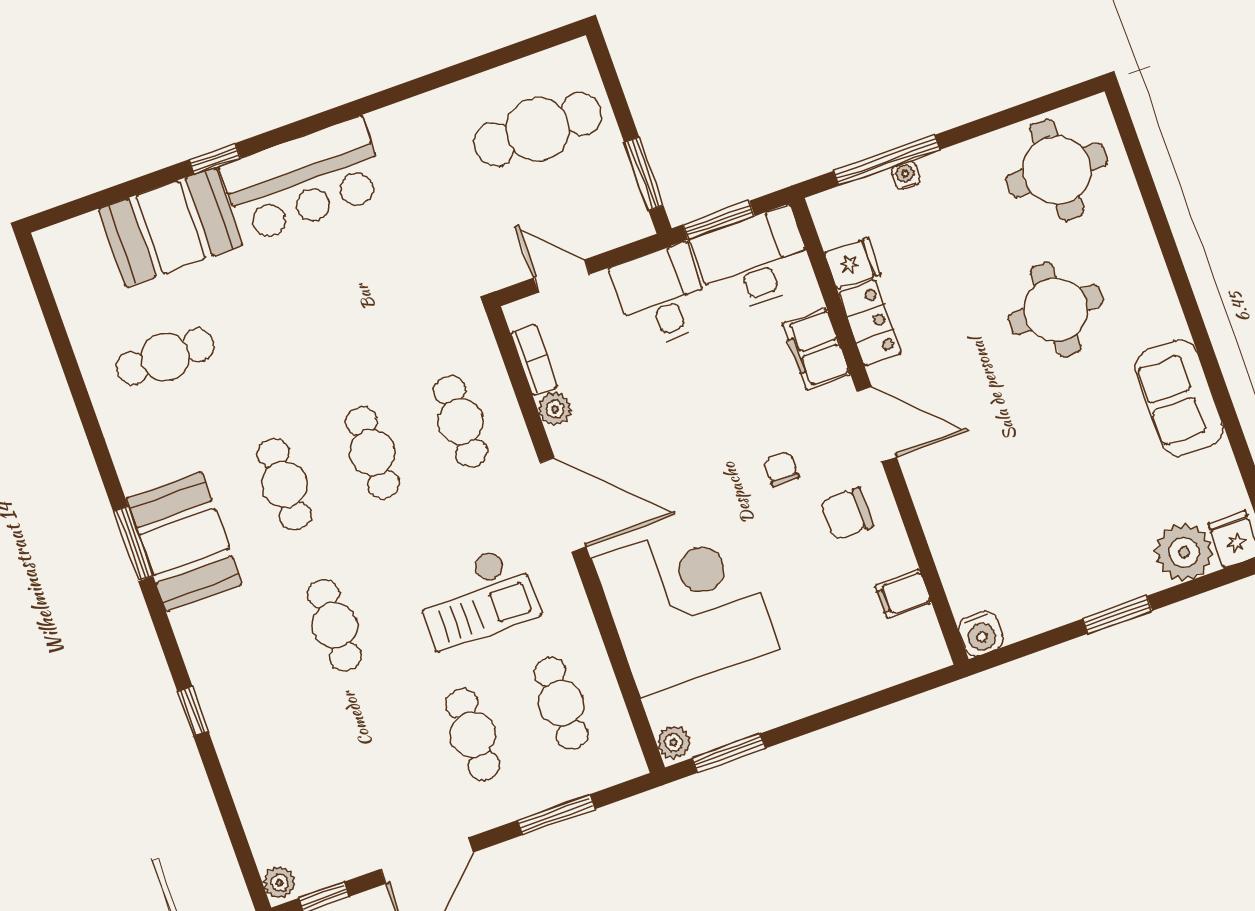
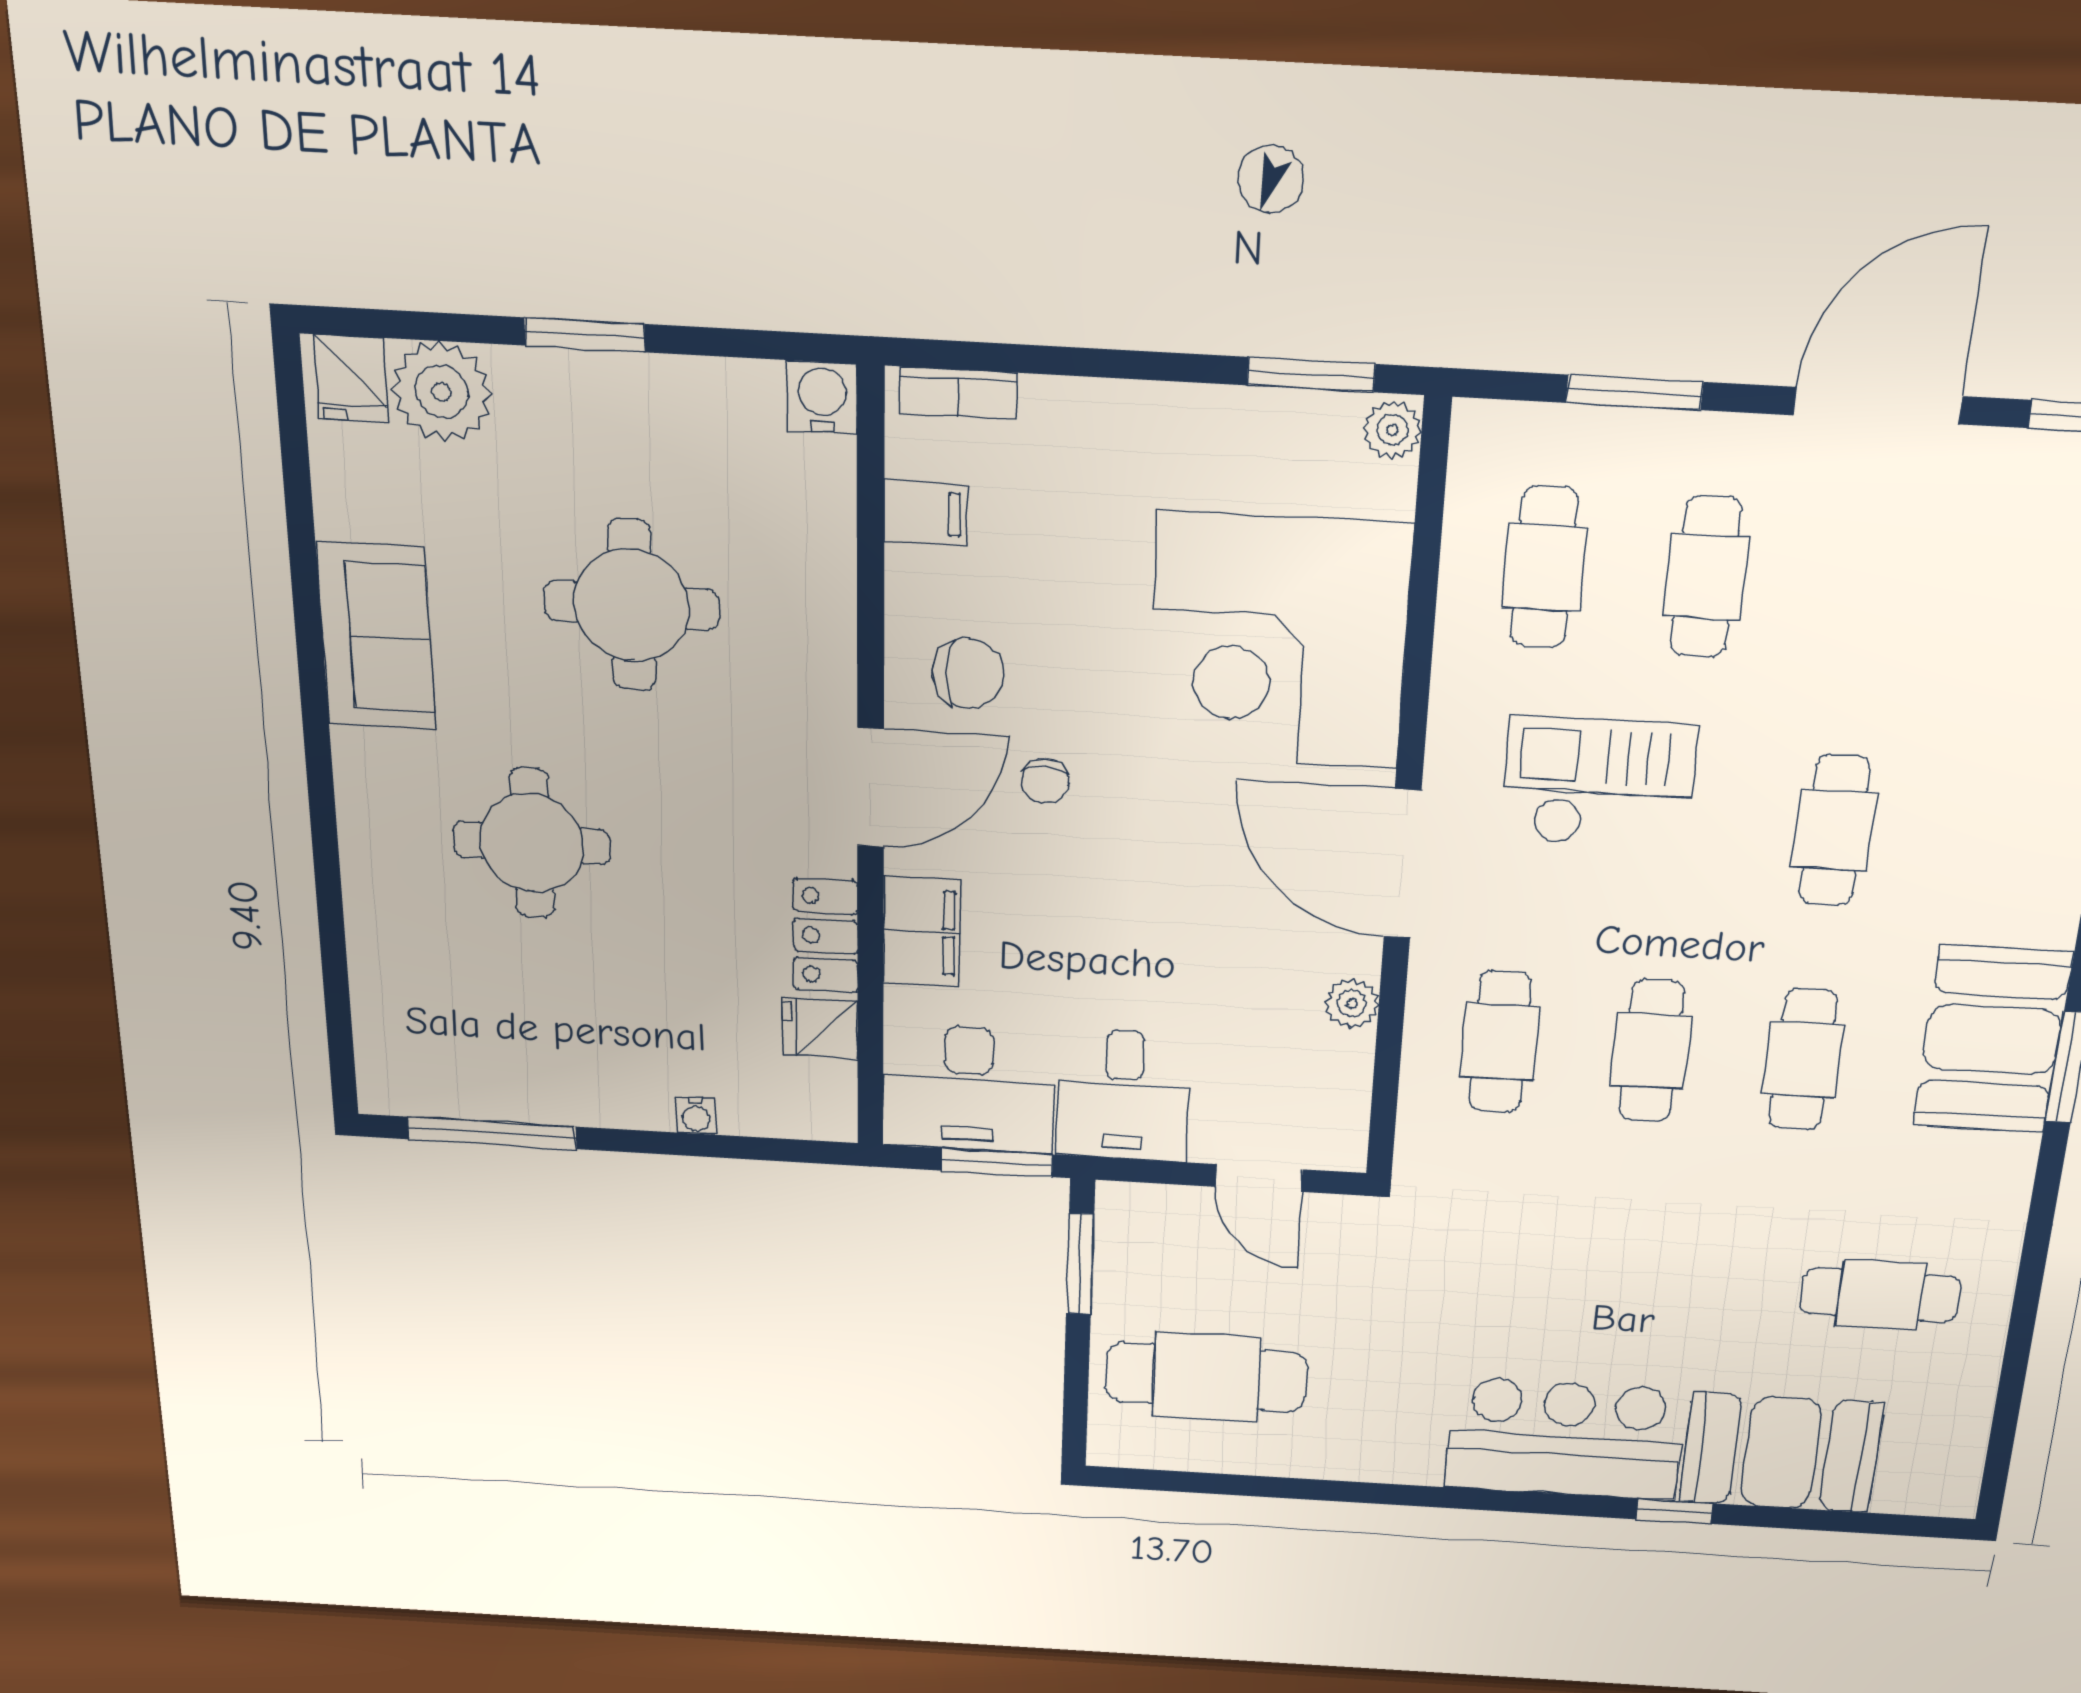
window: (887, 160) -> (492, 1133), moved
round table: (1057, 170) -> (632, 605), moved
bookcase: (534, 360) -> (958, 393), moved, turned -90
door: (877, 424) -> (871, 787), swing flipped

